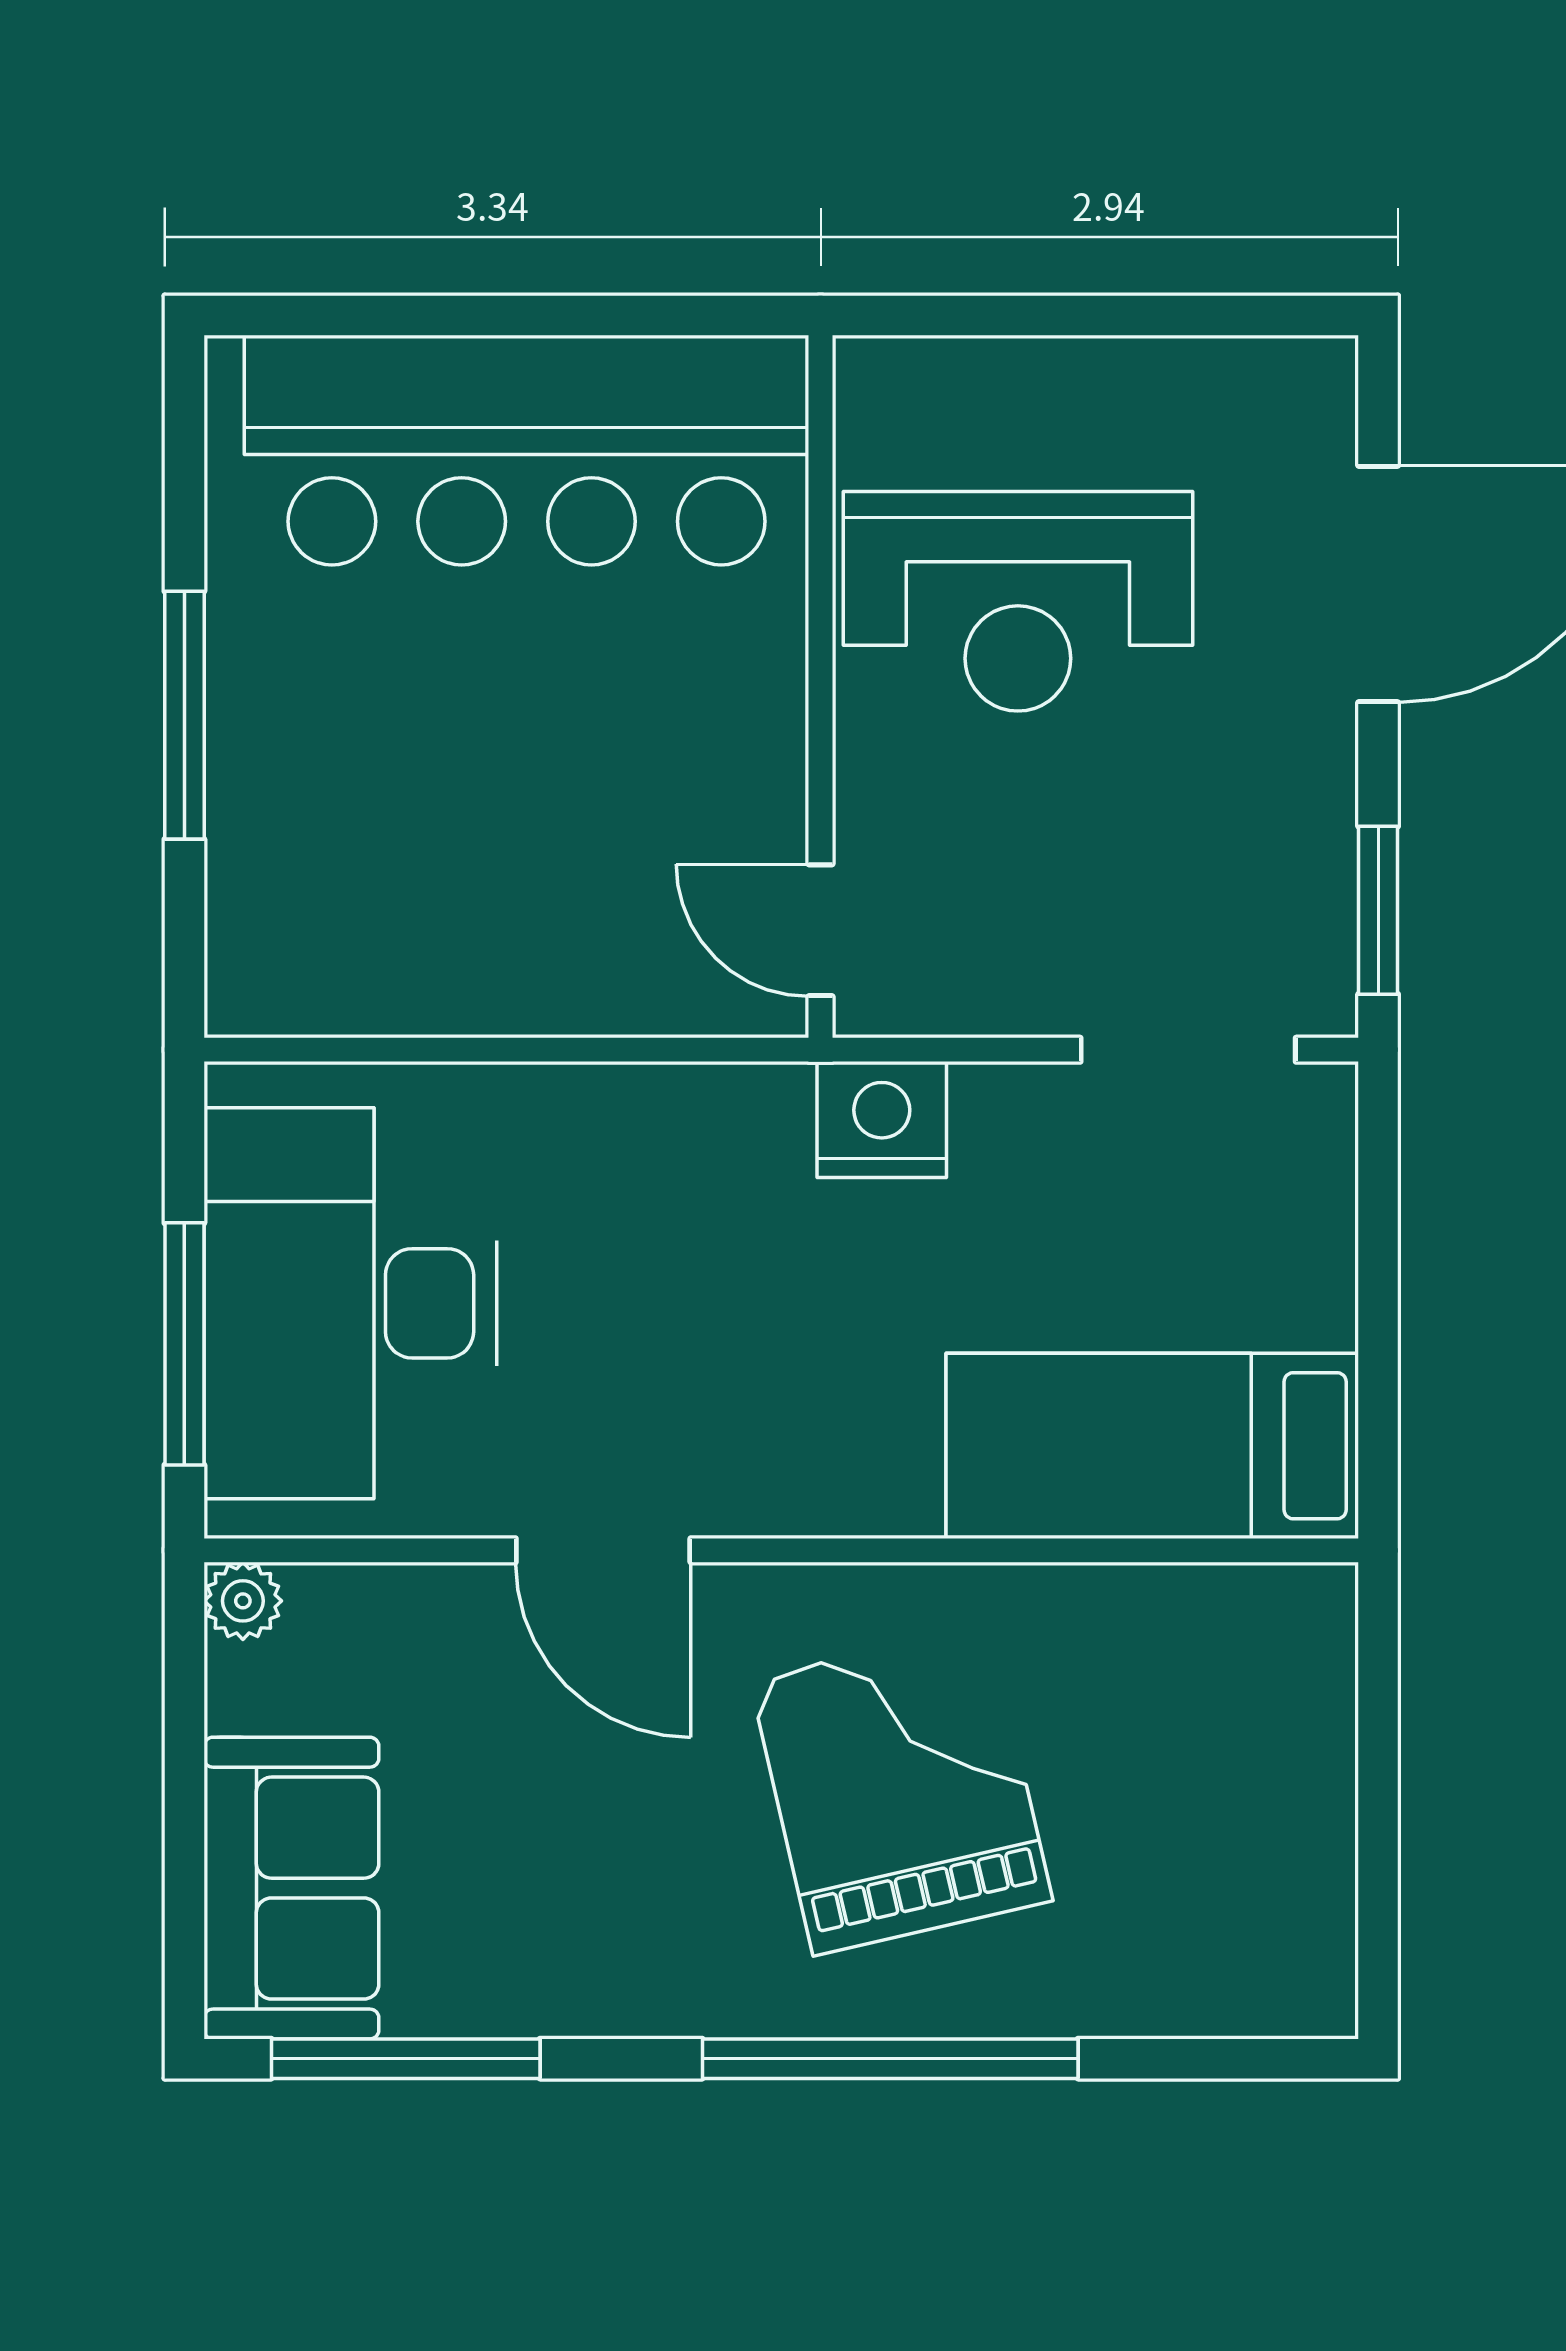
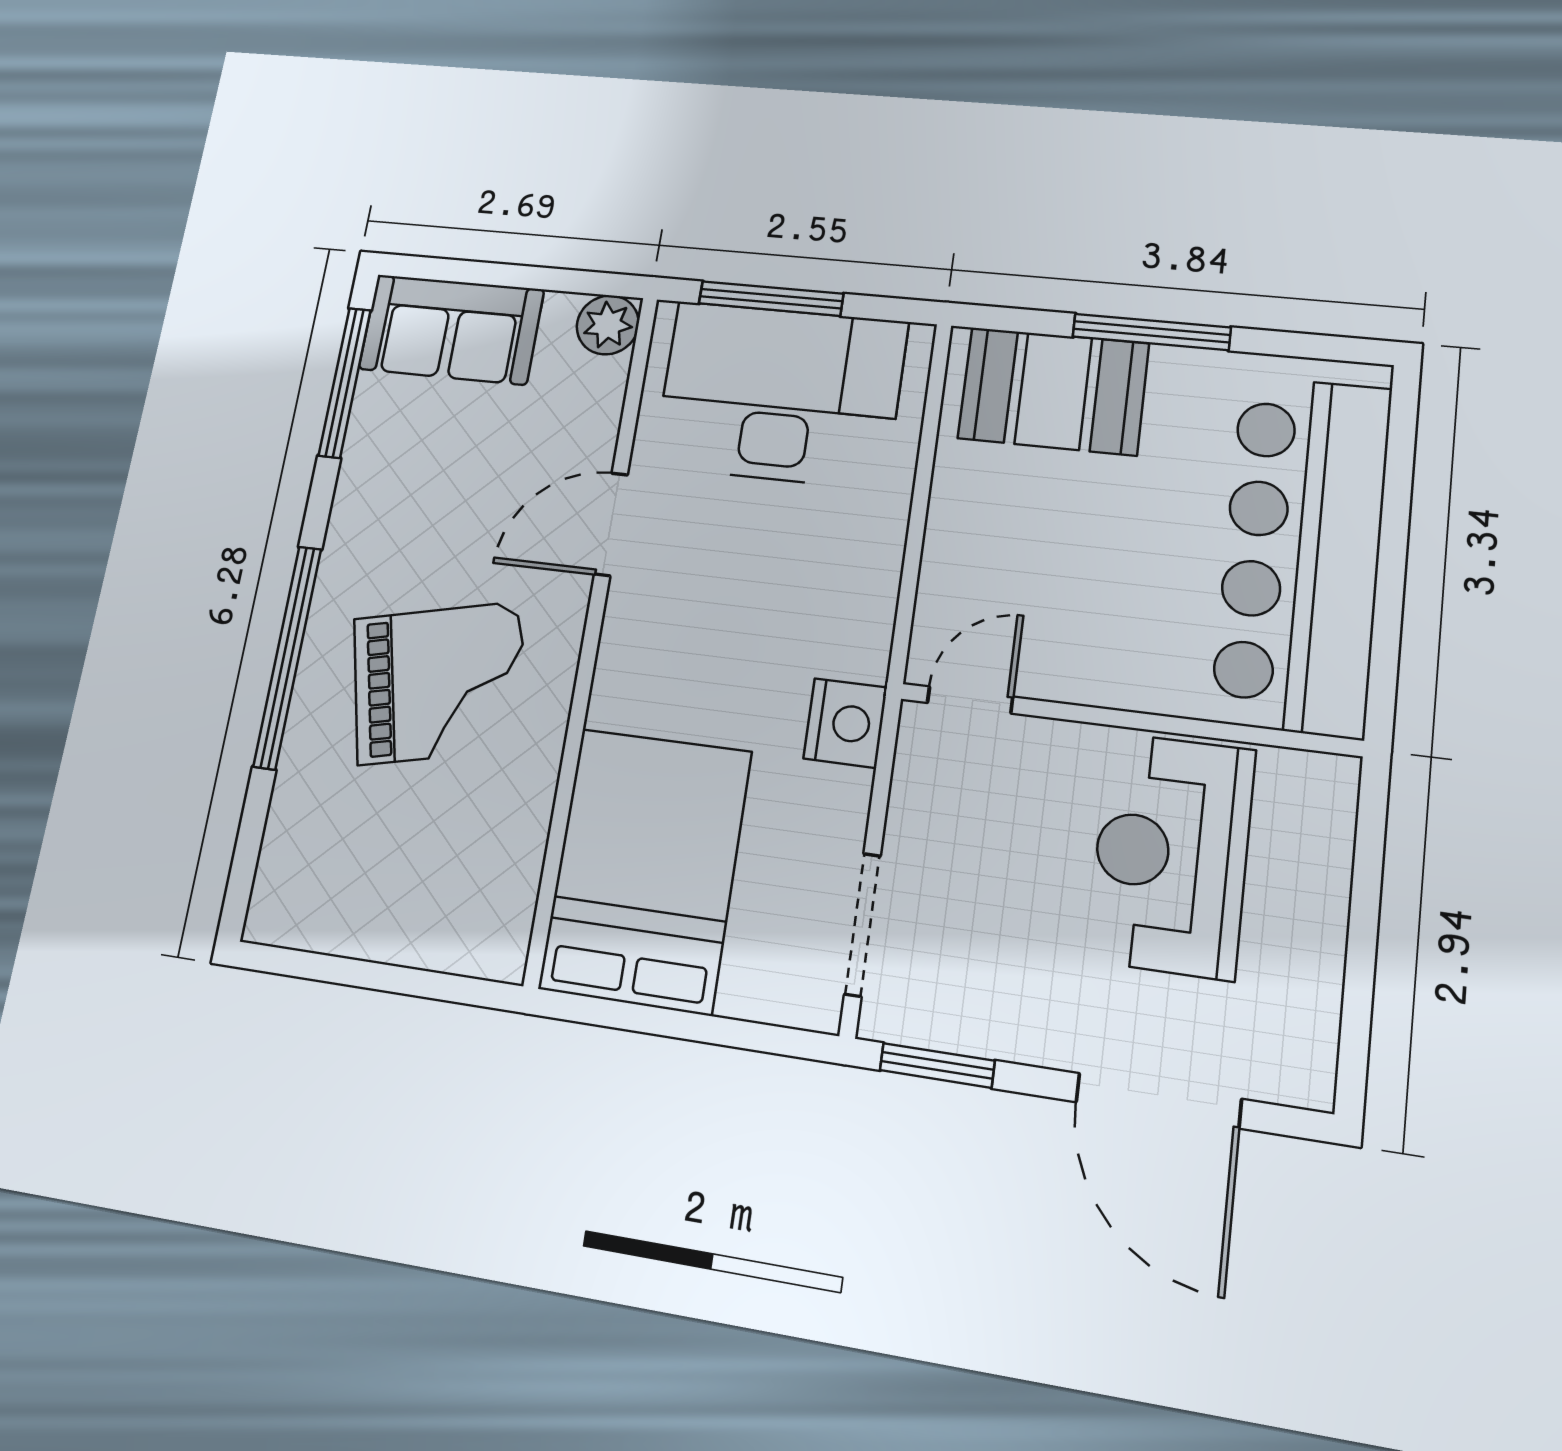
booth: (300, 860) -> (1053, 391), added
bed: (1152, 1446) -> (646, 869), width x1.50
plant: (243, 1601) -> (608, 325), width x1.38, depth x1.38

